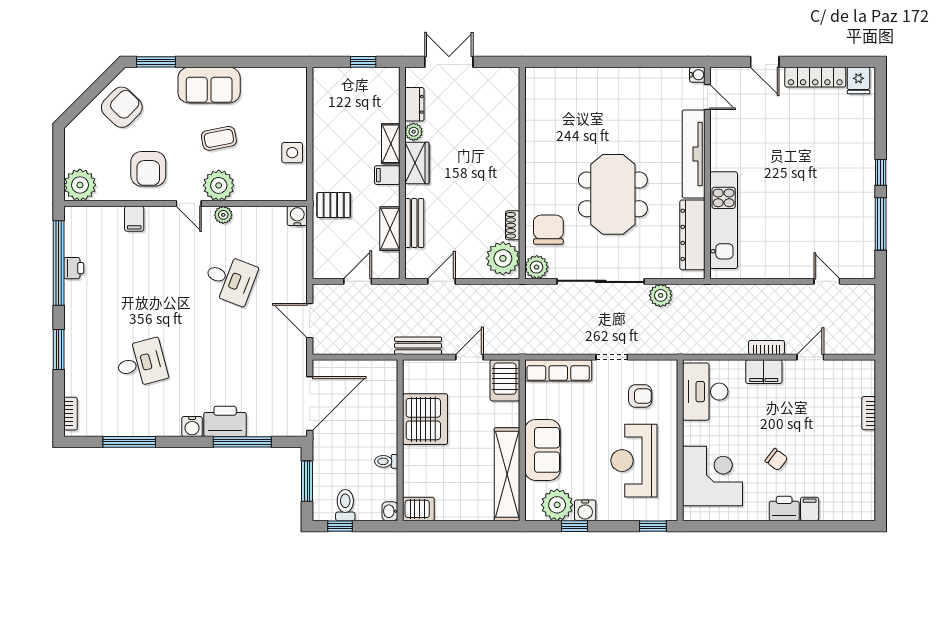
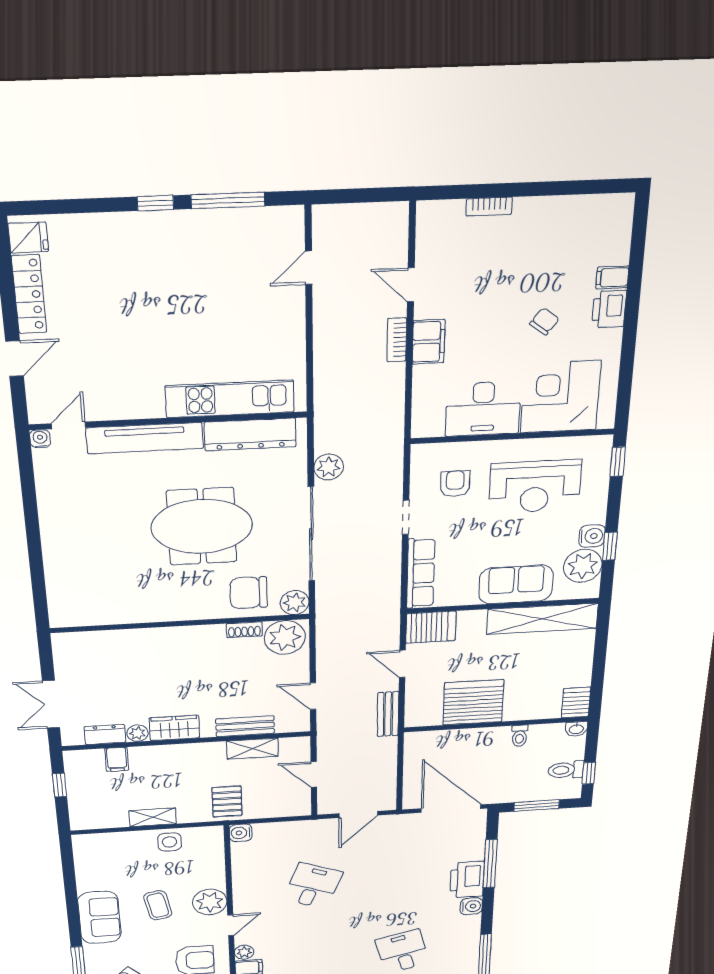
shelving: (391, 144) -> (153, 817), moved
filing cabinet: (387, 175) -> (117, 759), moved
plant: (223, 215) -> (244, 952), moved
desk: (705, 392) -> (483, 409), moved

